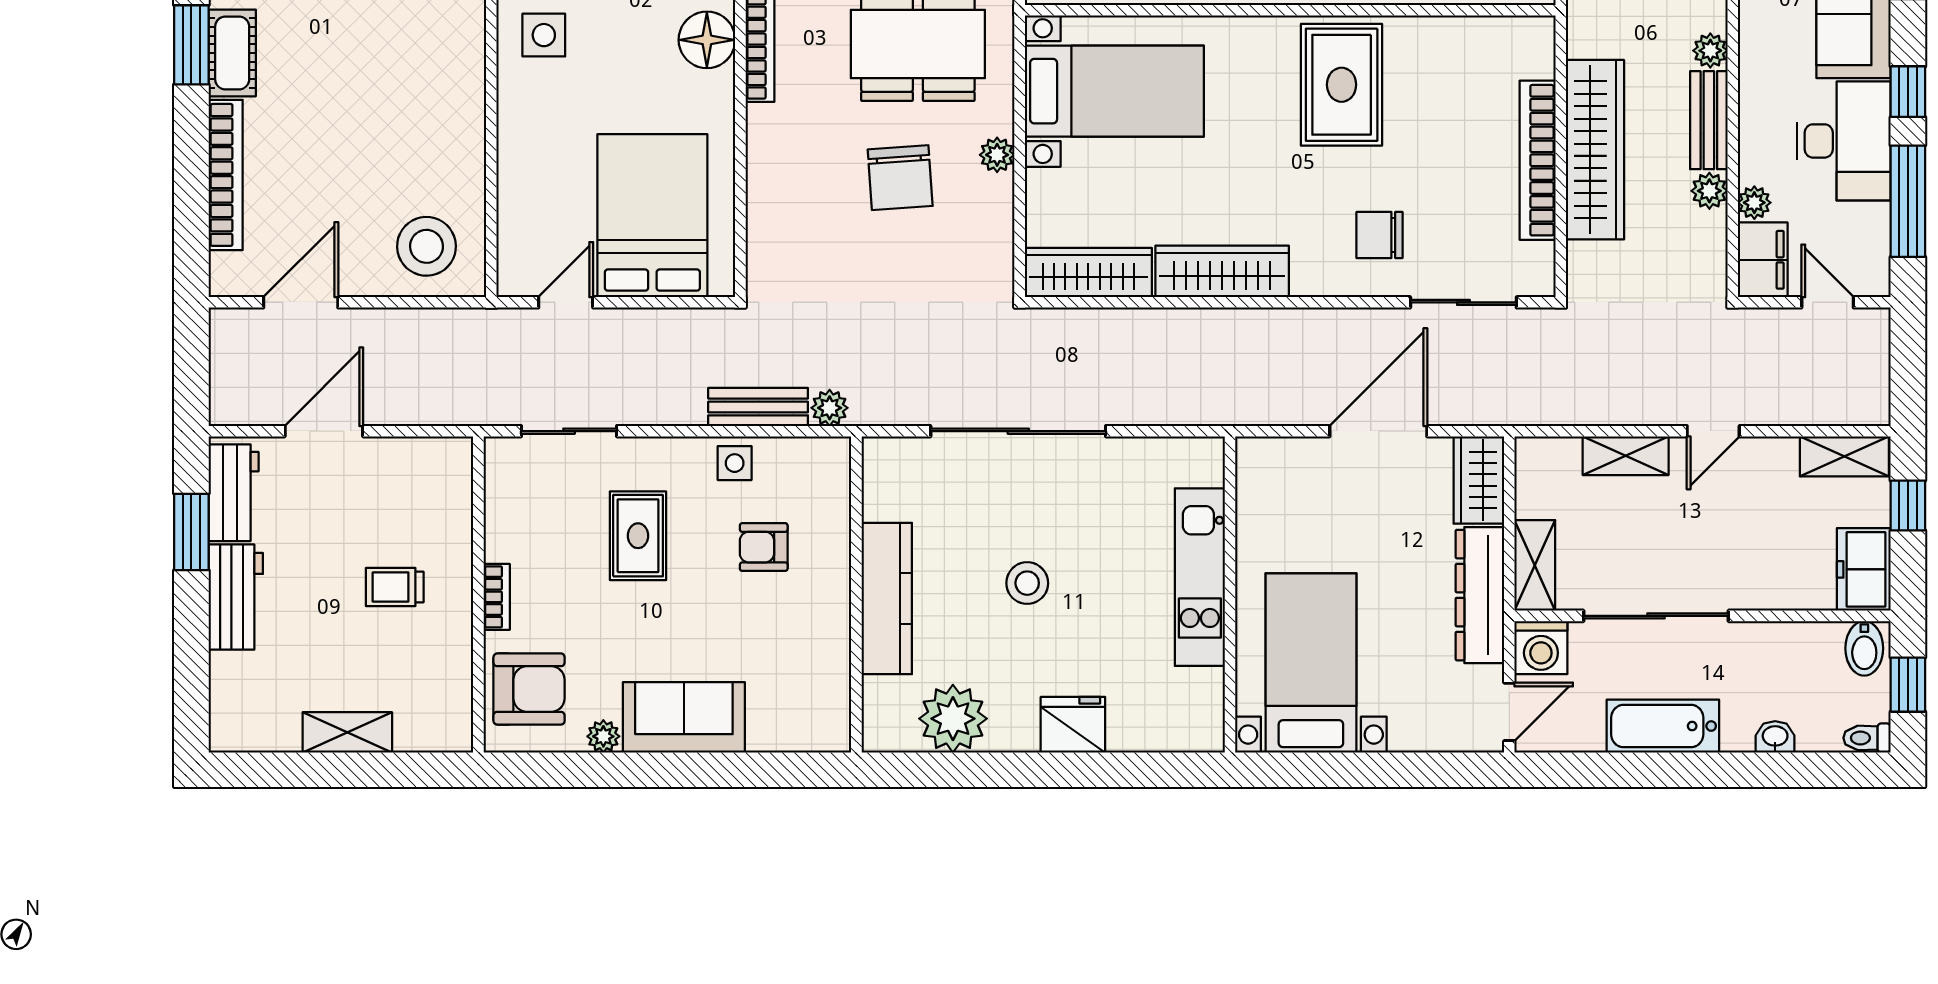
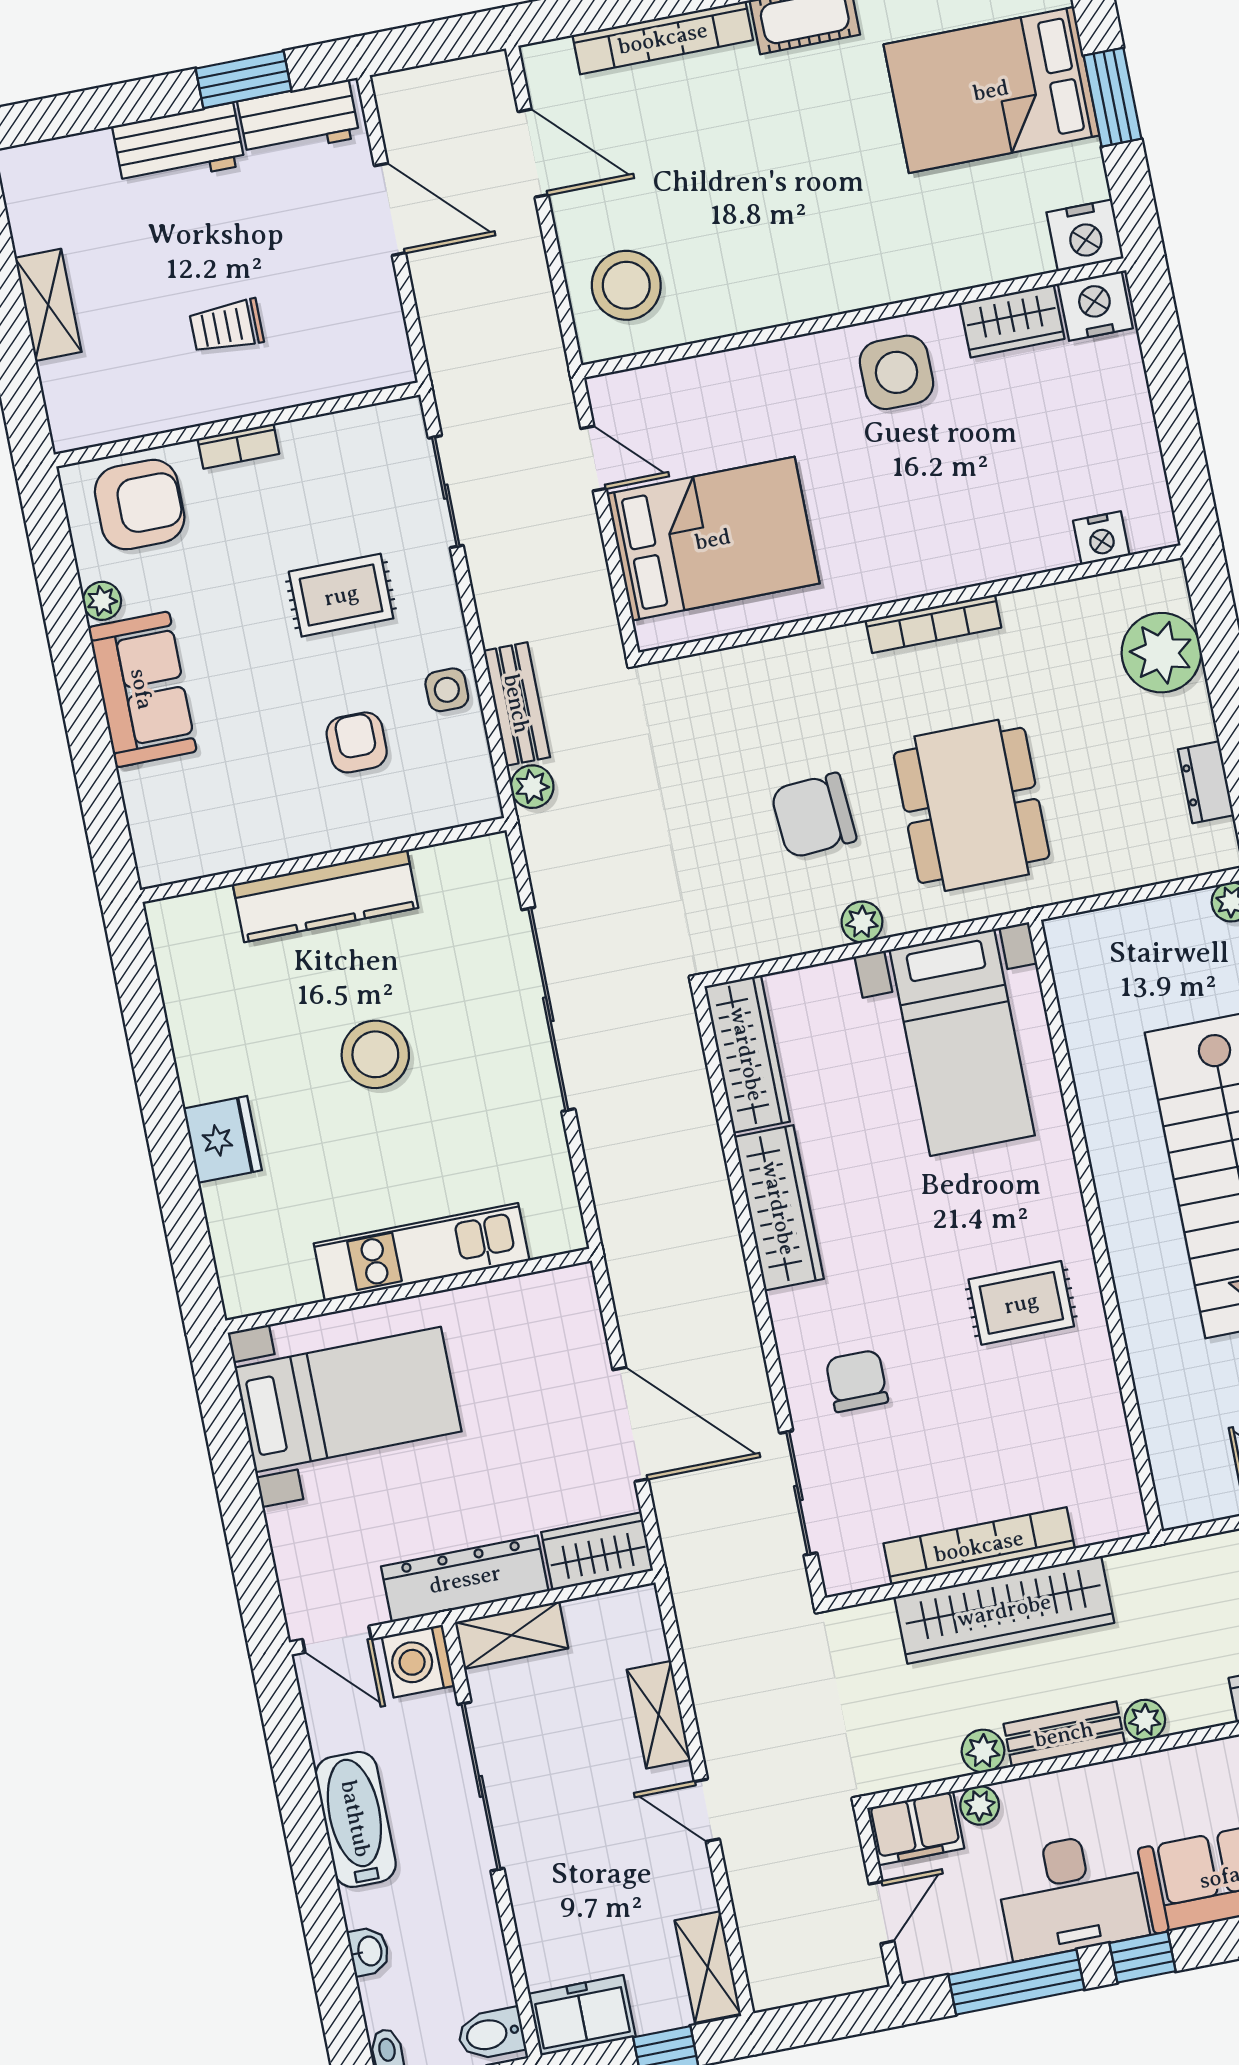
side table: (544, 35) -> (896, 372), width x1.37, depth x1.37
floor lamp: (707, 40) -> (928, 561), removed
rug: (1342, 85) -> (1021, 1303), width x0.73, depth x0.70
stool: (1027, 583) -> (375, 1054), width x1.38, depth x1.38
trolley: (395, 587) -> (226, 326), turned -90
armchair: (529, 689) -> (140, 505), turned -90
plant: (953, 719) -> (202, 1000), removed

